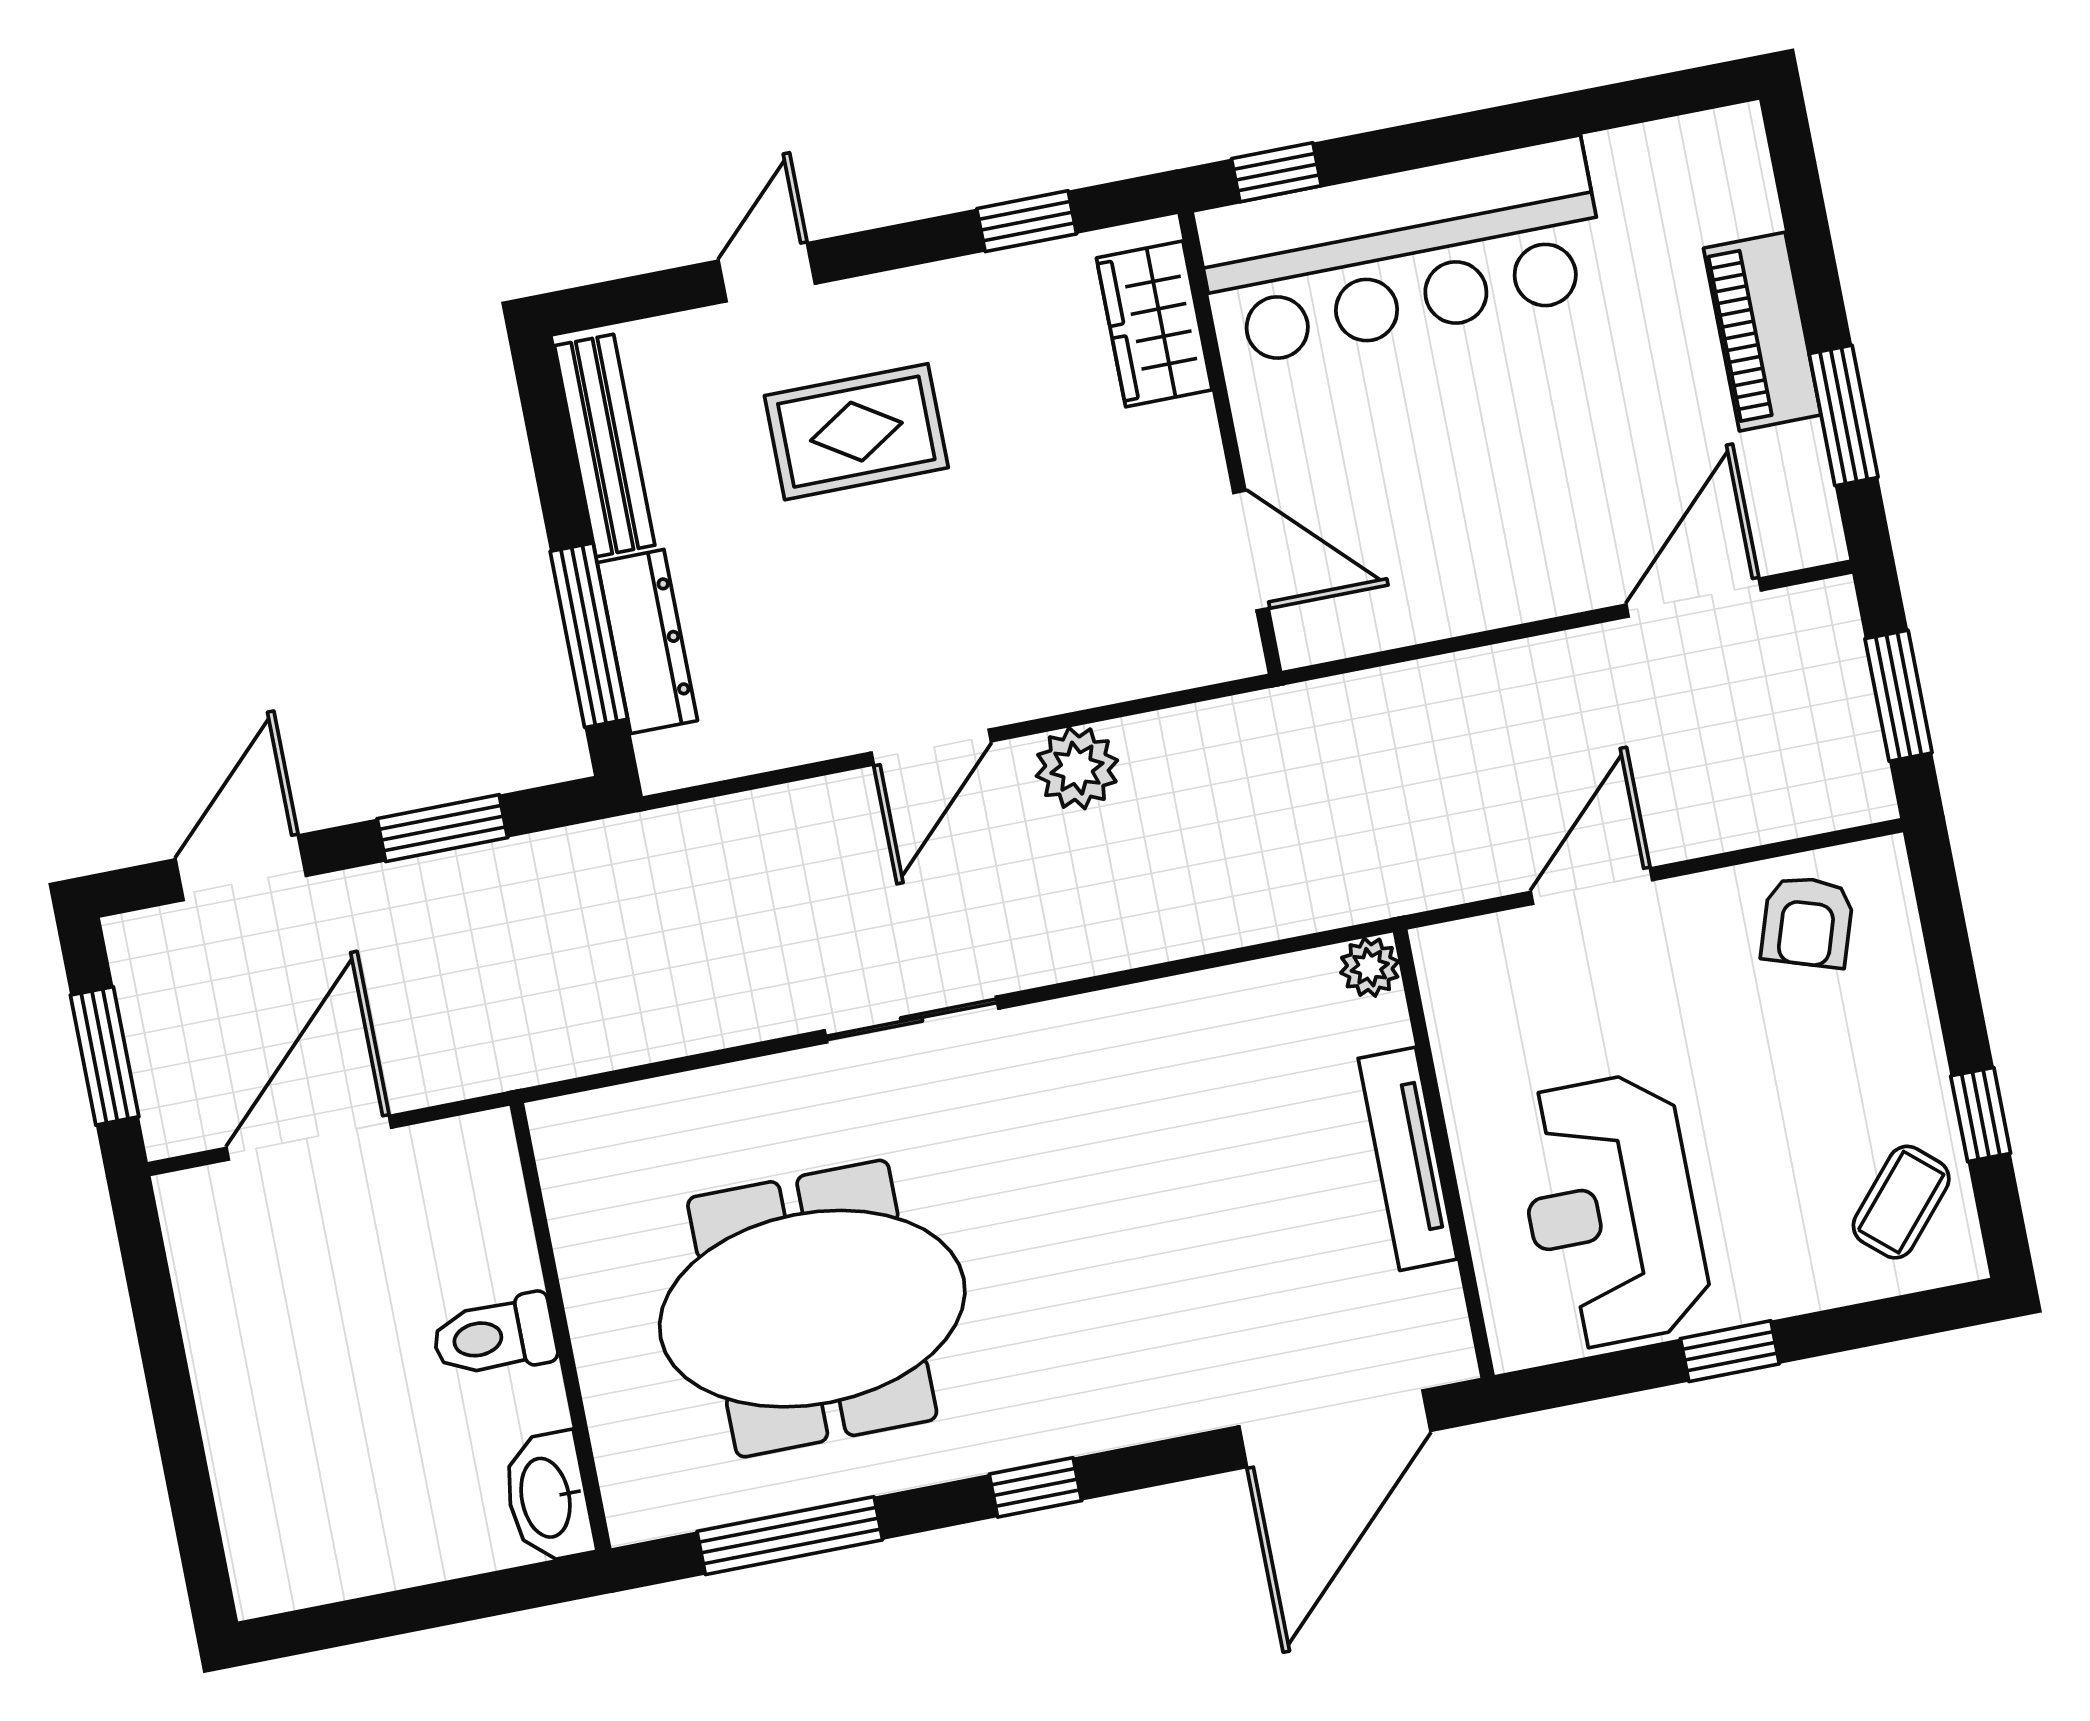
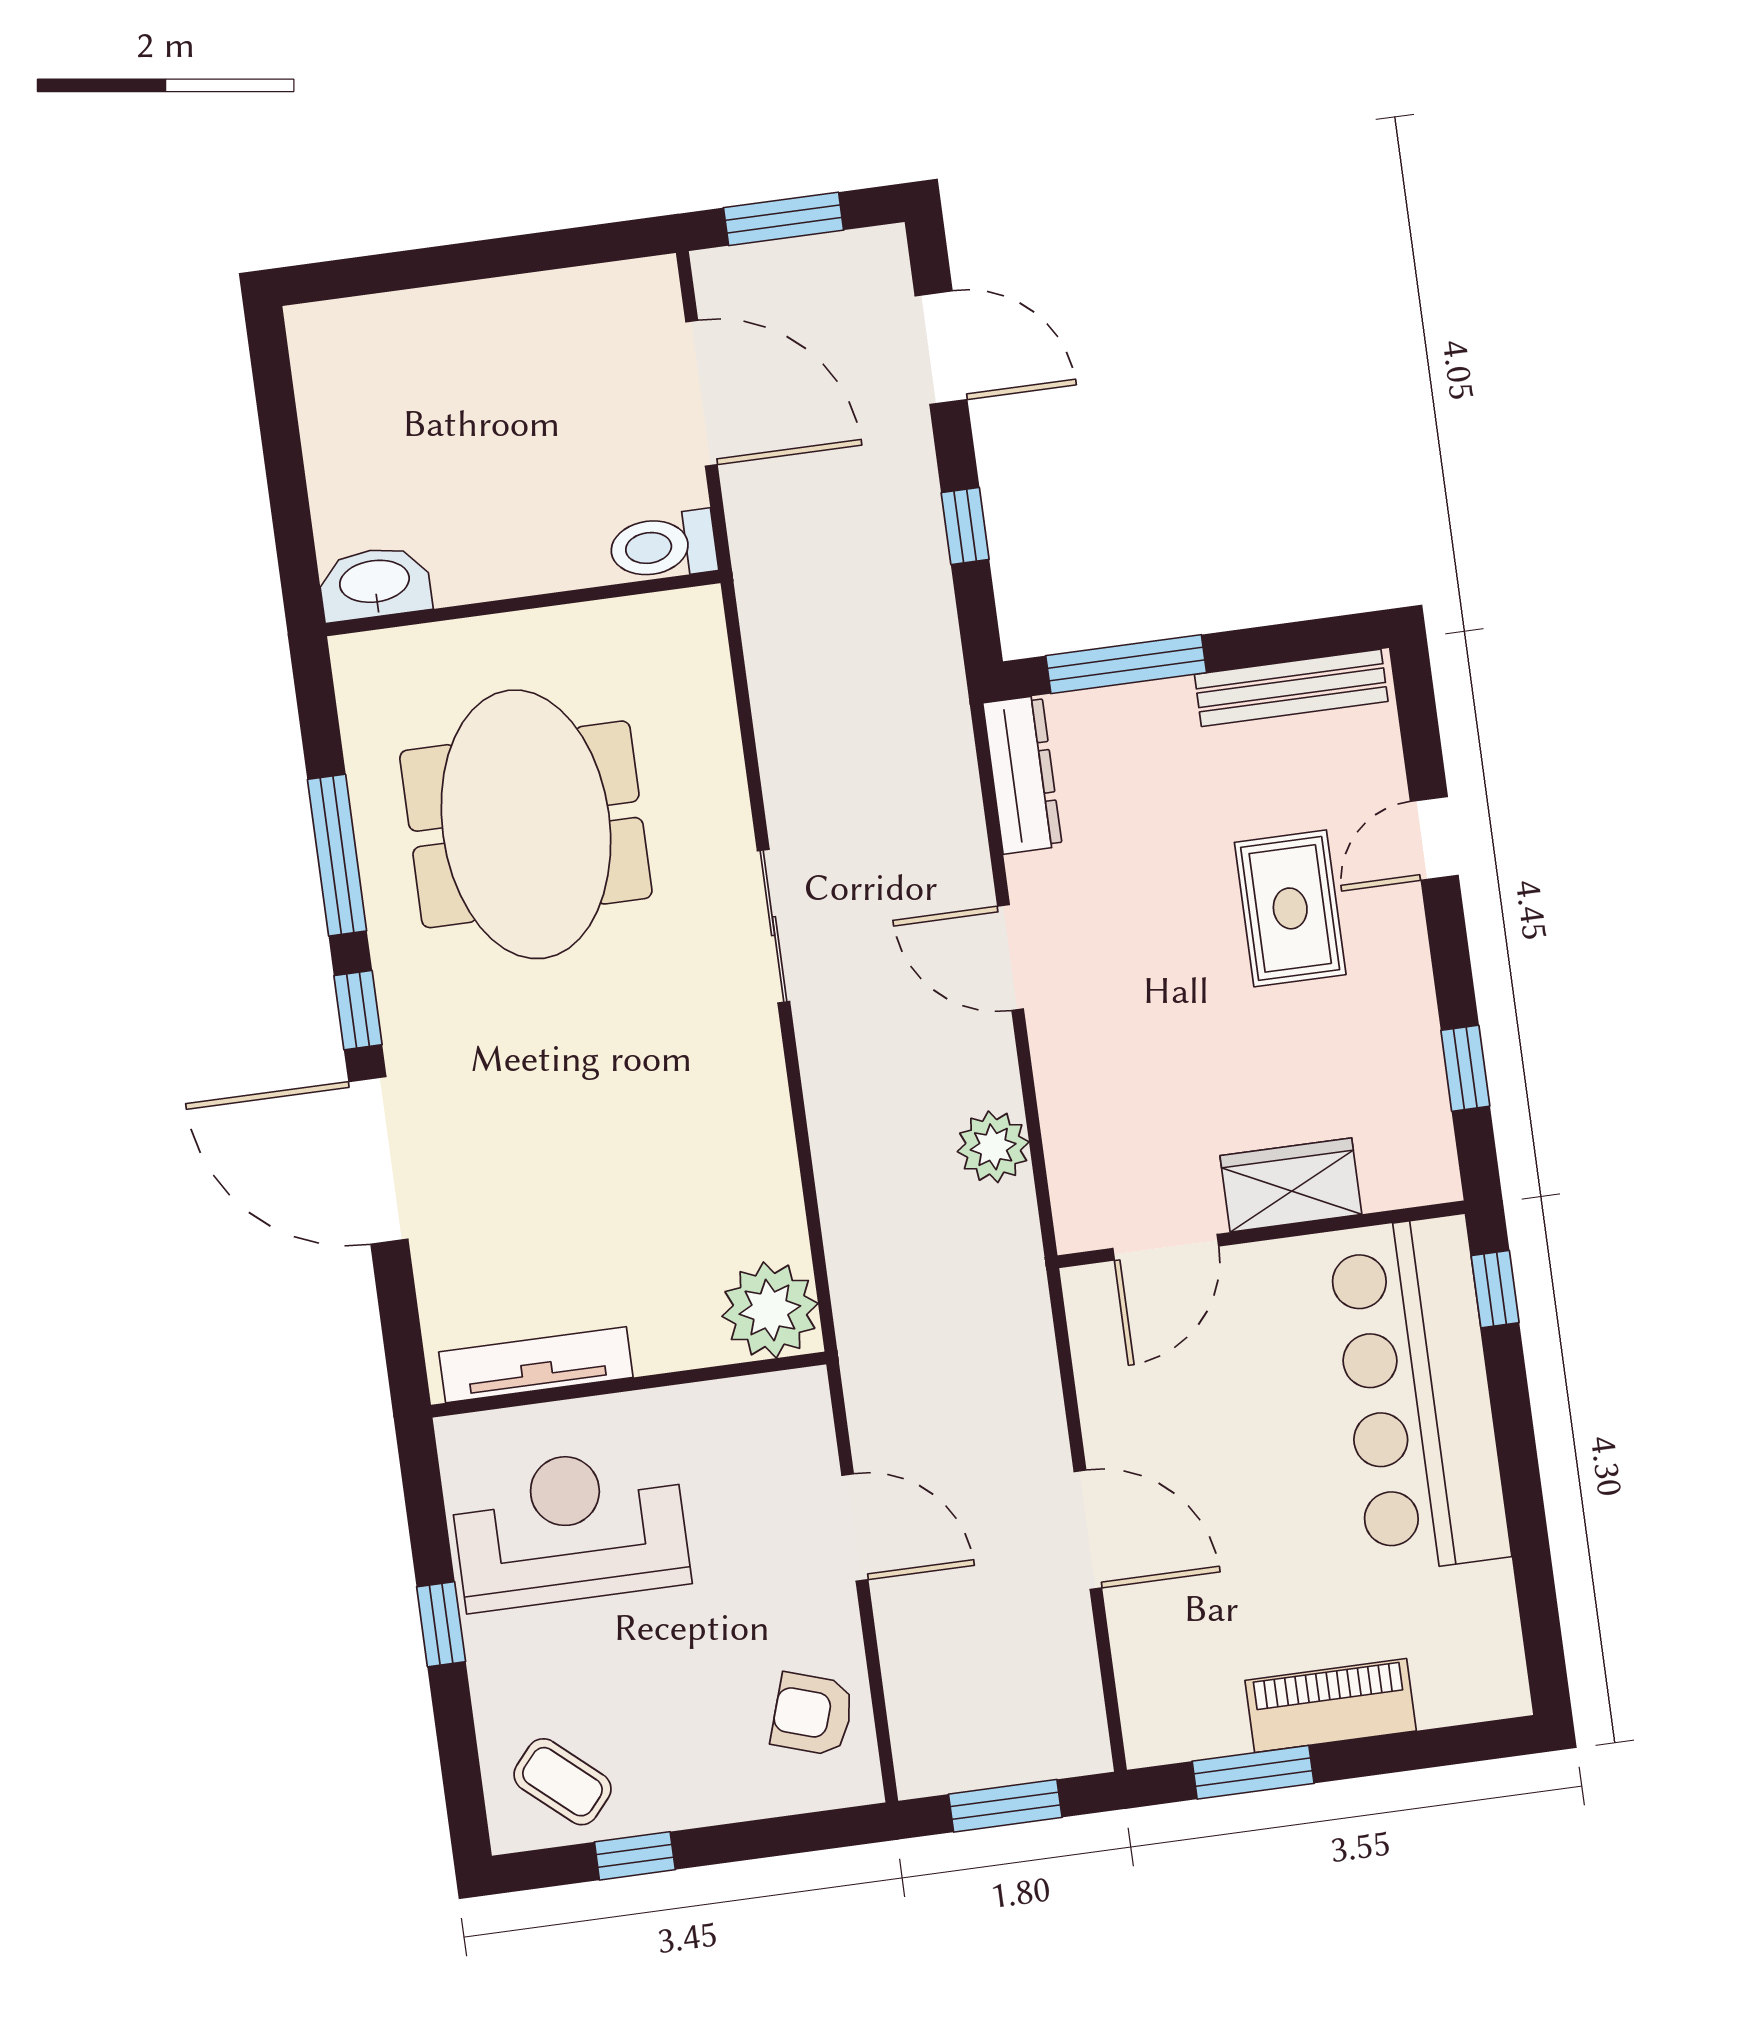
door: (767, 272) -> (1434, 838), swing flipped
wardrobe: (1154, 324) -> (1291, 1185), moved
door: (1694, 598) -> (1088, 1530), moved
dresser: (647, 642) -> (1022, 775), moved, turned -90
plant: (1077, 768) -> (993, 1147), moved
window: (442, 828) -> (965, 526), width x0.67
plant: (1370, 967) -> (770, 1310), width x1.87, depth x1.87
tv unit: (1408, 1159) -> (536, 1365), moved
toilet: (494, 1336) -> (663, 546), moved, turned -90
door: (1335, 1429) -> (378, 1160), moved
window: (790, 1536) -> (337, 855), moved

